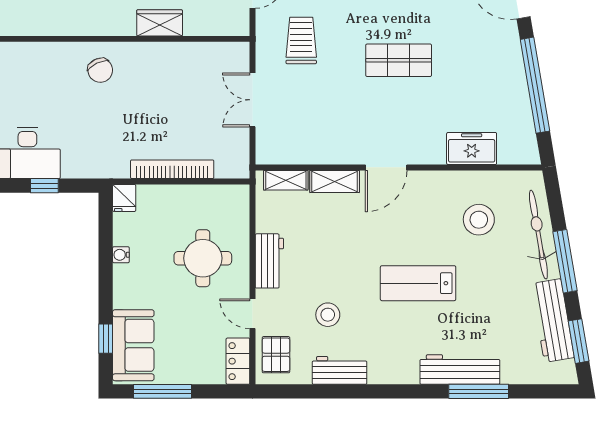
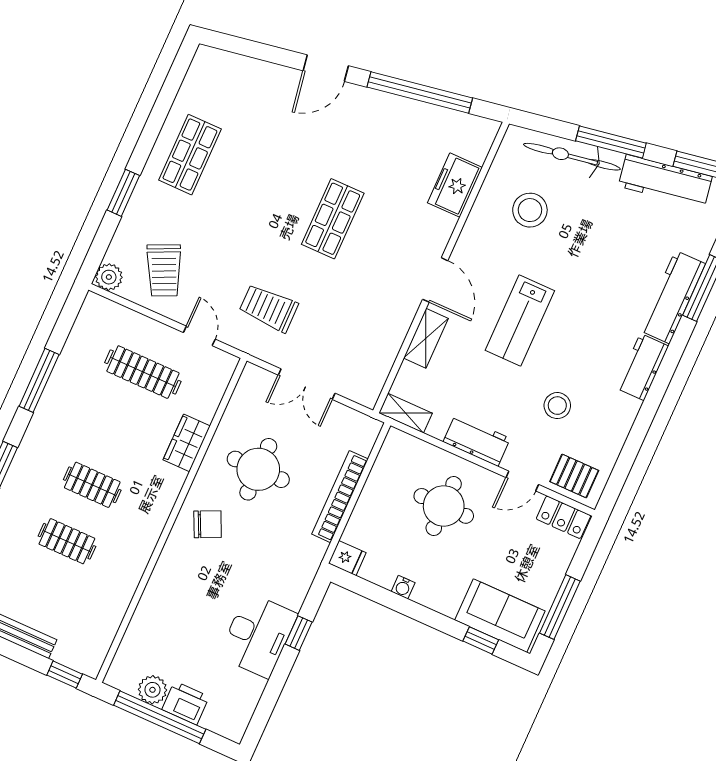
round table: (164, 92) -> (258, 469), added
shelving: (286, 180) -> (406, 413), moved, turned 90
lab bench: (418, 283) -> (520, 320), moved
workbench: (340, 370) -> (642, 367), moved

